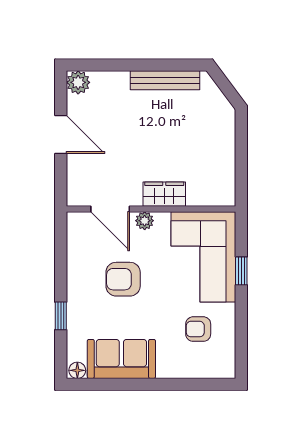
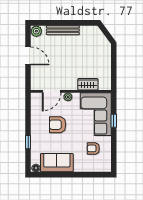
bench: (165, 80) -> (63, 30), moved
wardrobe: (164, 194) -> (88, 84), moved
door: (110, 209) -> (52, 91), hinge flipped

